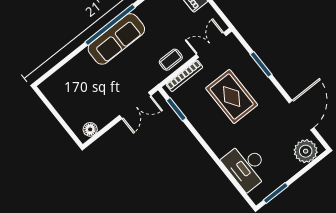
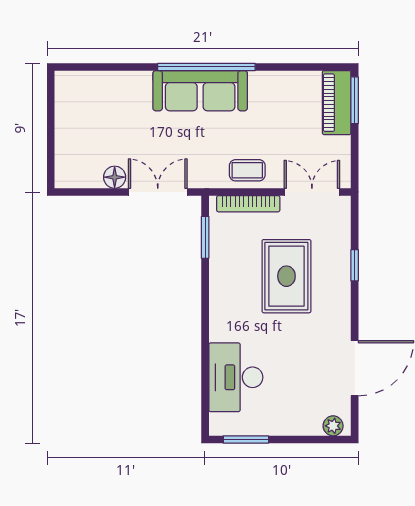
window: (261, 64) -> (355, 265), width x0.67
double door: (135, 106) -> (158, 192), swing flipped
floor lamp: (90, 129) -> (115, 177), moved
plant: (306, 151) -> (333, 426), width x0.53, depth x0.53

